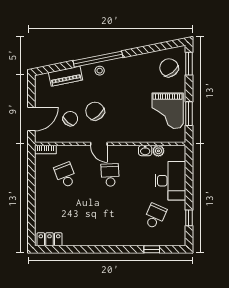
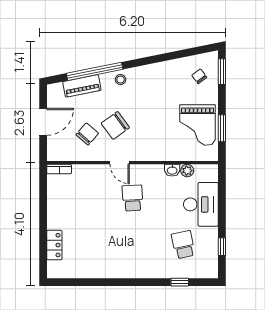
window: (98, 59) -> (95, 71), moved
chair: (169, 68) -> (199, 76), width x0.54, depth x0.54
chair: (95, 111) -> (115, 125), turned -84
door: (31, 119) -> (43, 122), moved
school desk: (65, 175) -> (82, 198), removed
school desk: (155, 216) -> (183, 245), turned -36
locker: (49, 239) -> (54, 245), moved, turned 90

